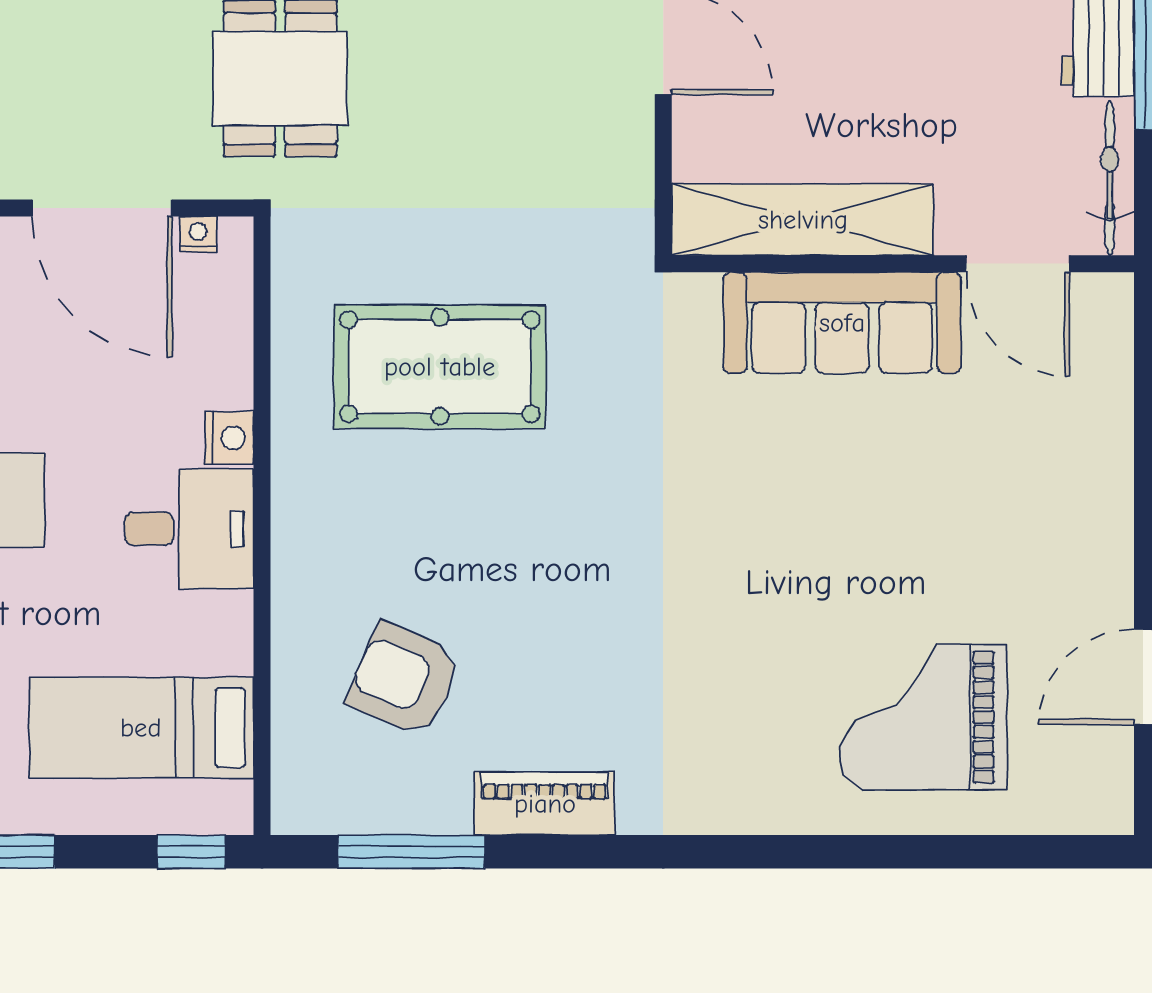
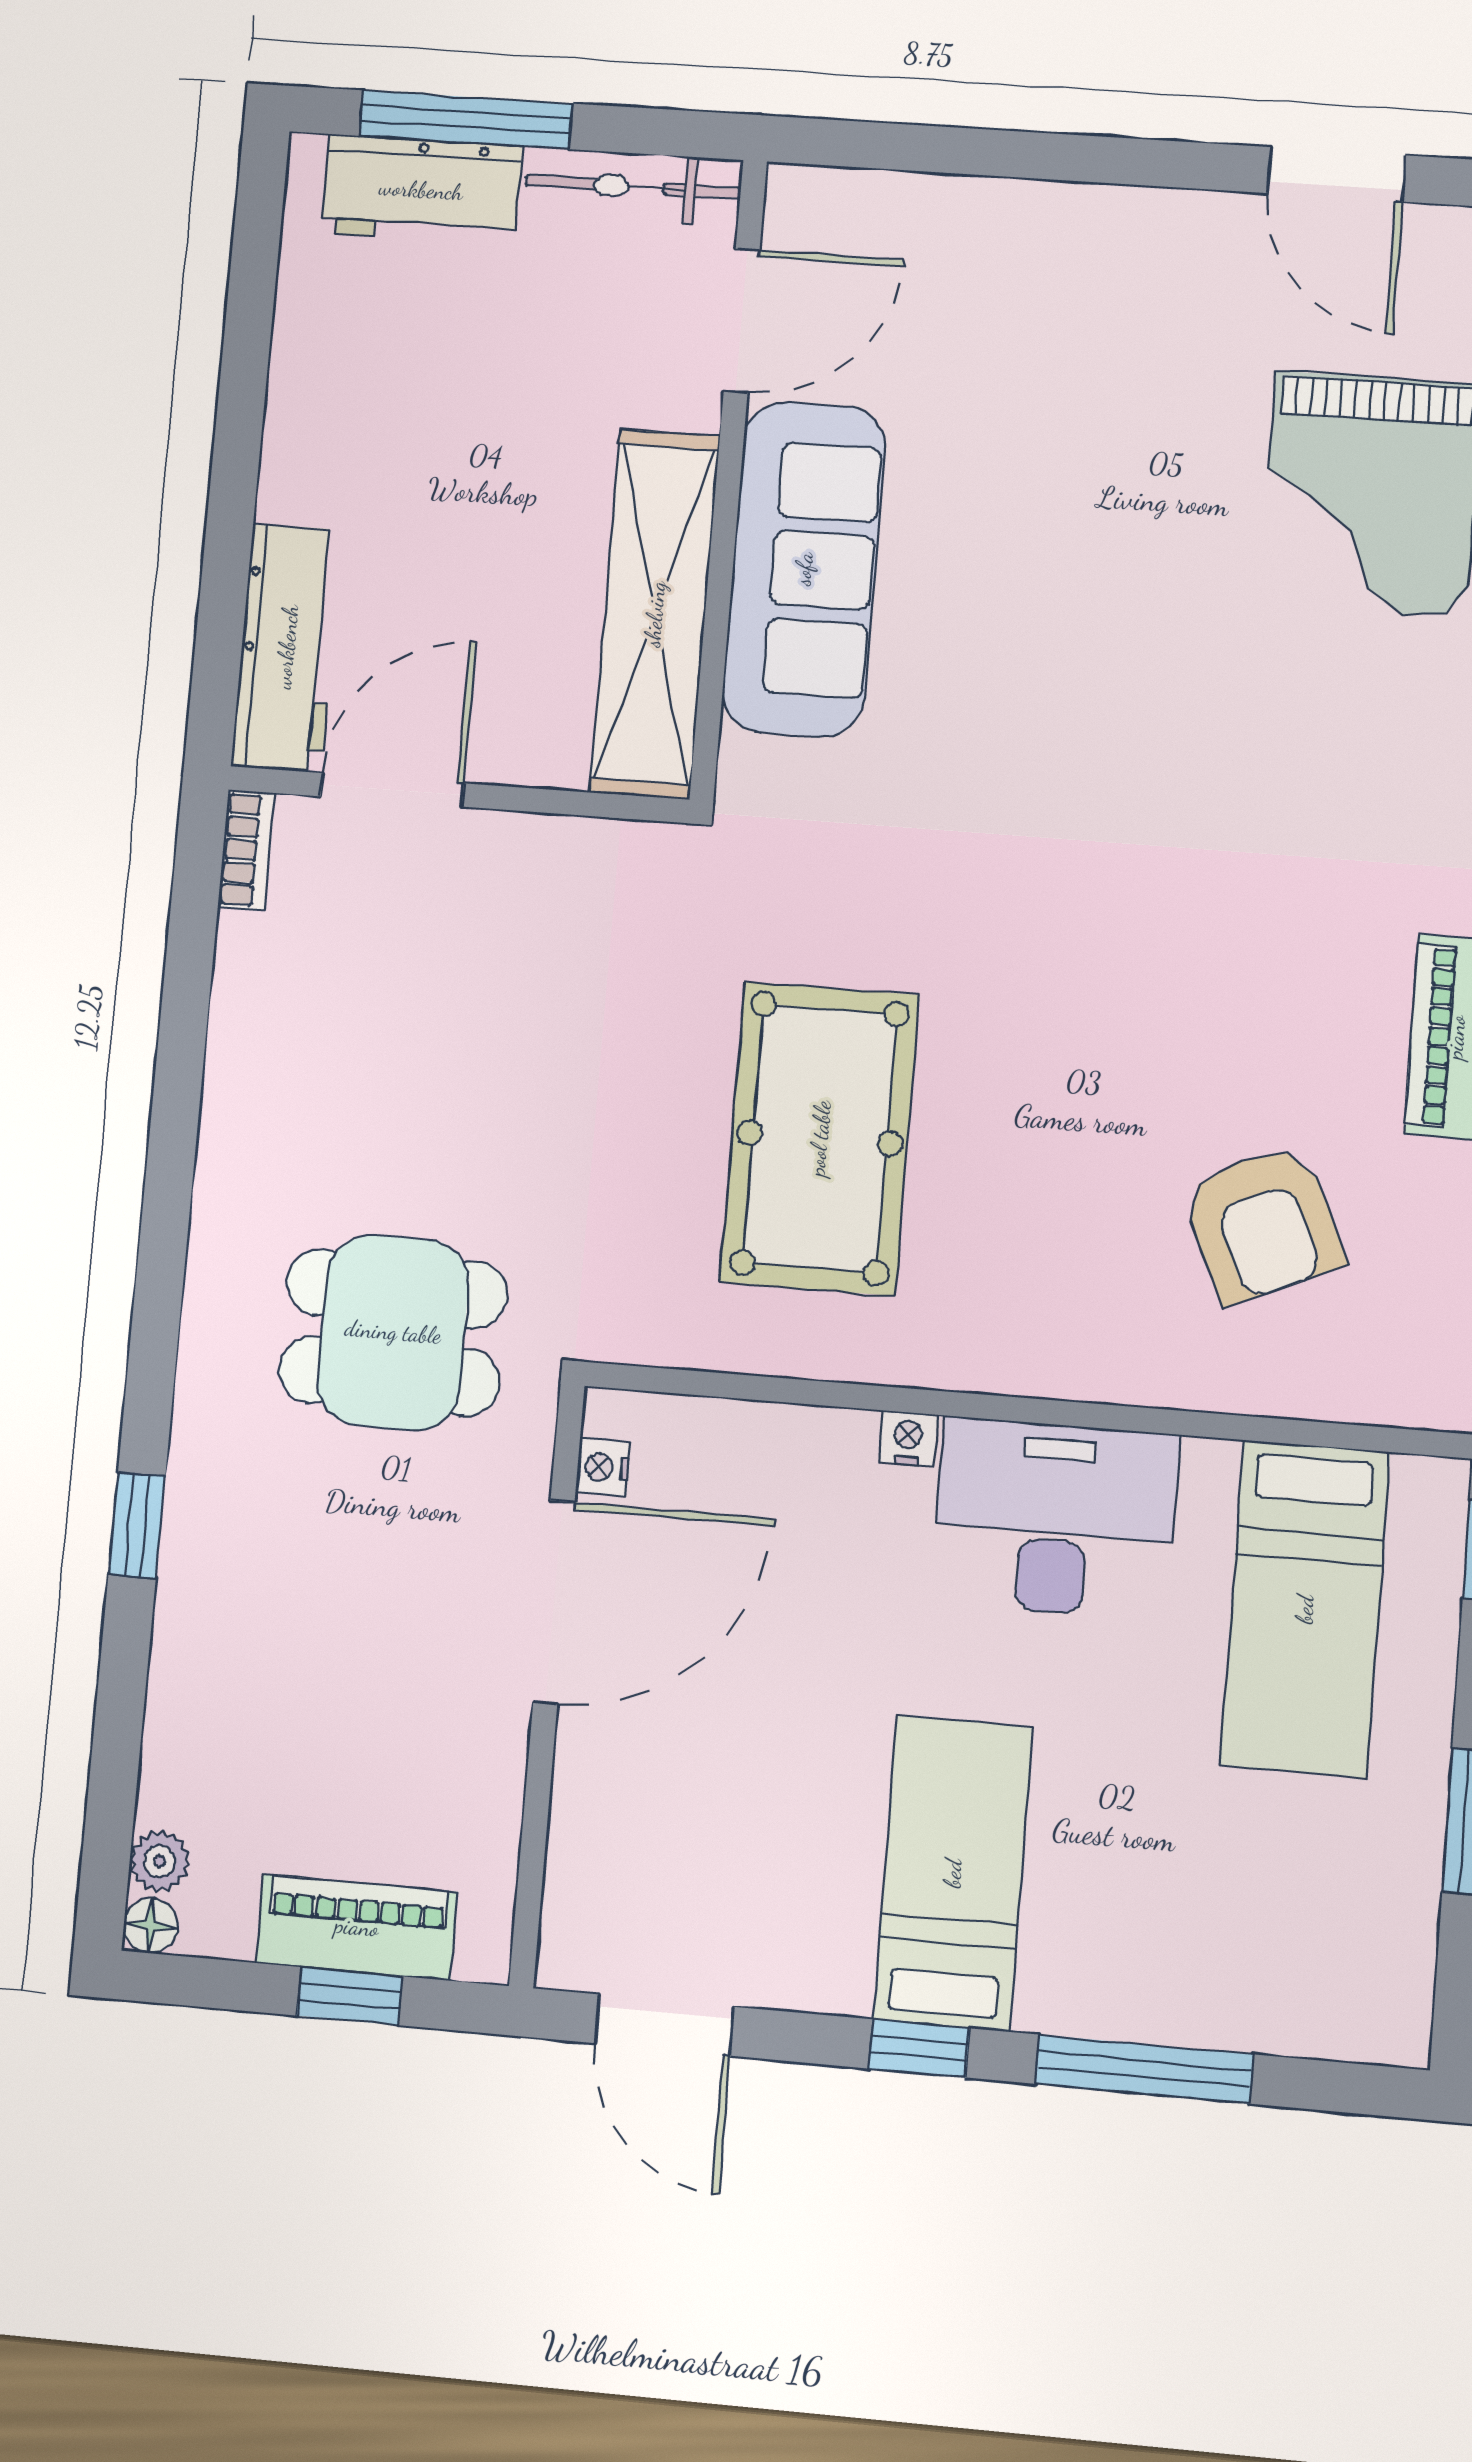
nightstand: (229, 438) -> (908, 1438), width x0.72, depth x0.74
desk: (189, 529) -> (1055, 1518), width x1.37
armchair: (404, 679) -> (1263, 1224), turned -47

